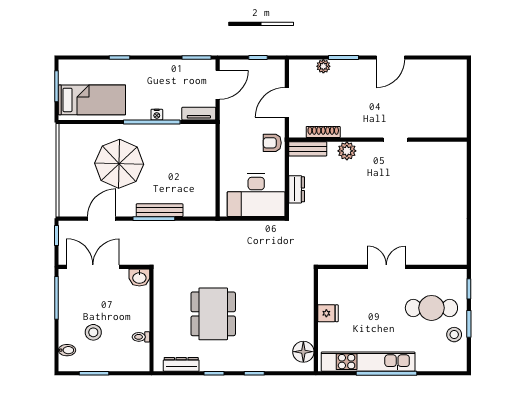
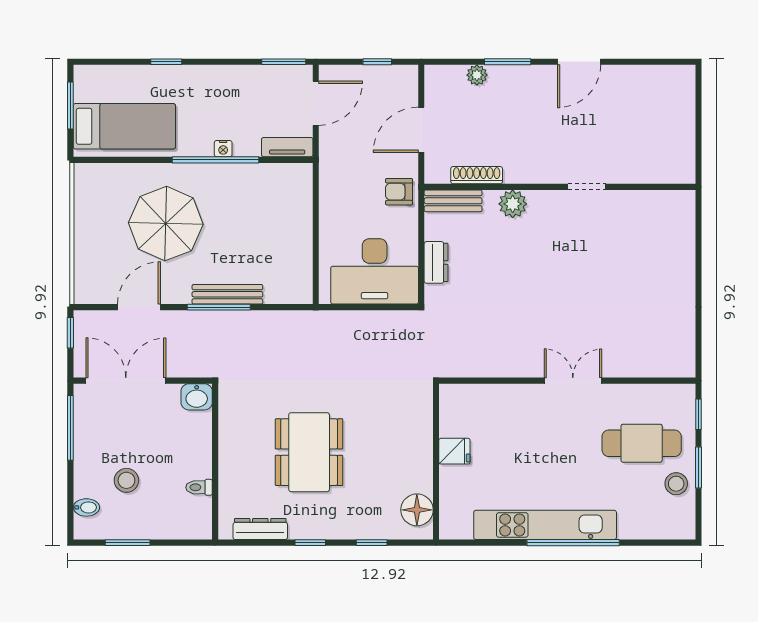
fridge: (328, 313) -> (454, 451), moved
wall: (316, 320) -> (436, 462), moved
floor lamp: (303, 352) -> (417, 510), moved

